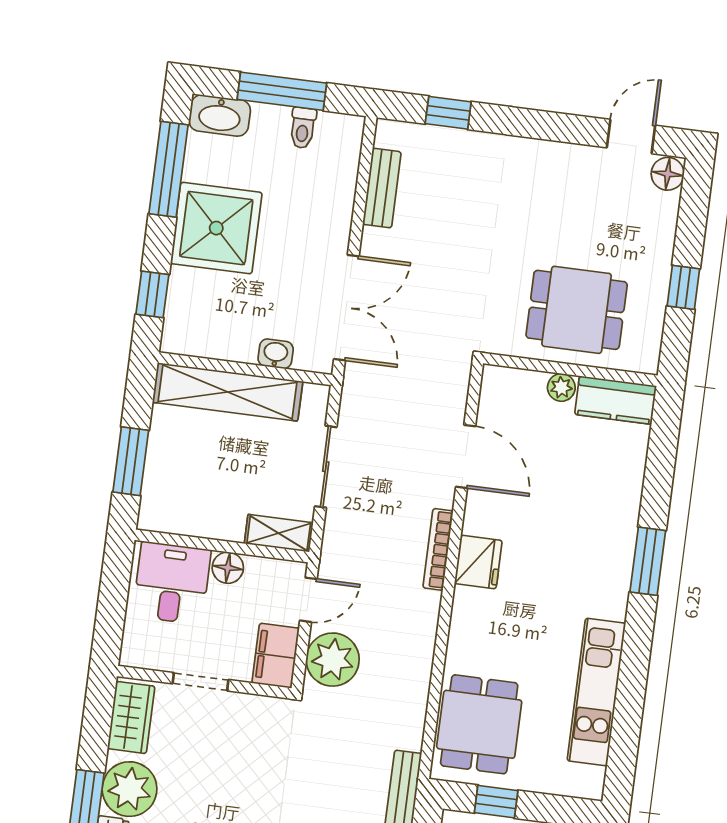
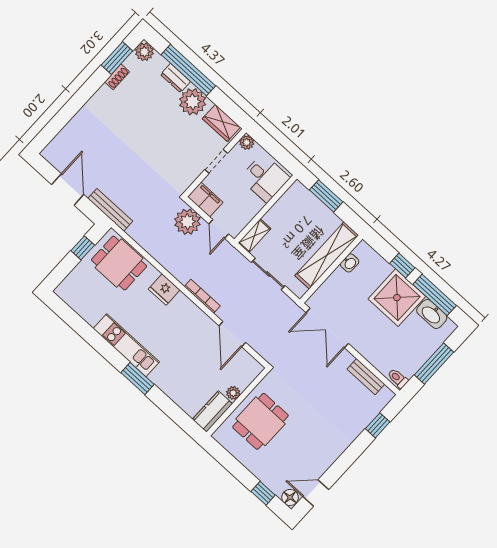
washbasin: (220, 115) -> (432, 314), moved, turned -90
toilet: (303, 128) -> (398, 378), moved
door: (631, 137) -> (316, 493), swing flipped
window: (683, 287) -> (263, 493), moved
window: (152, 294) -> (402, 266), moved
washbasin: (276, 354) -> (350, 263), moved
door: (466, 457) -> (232, 334), hinge flipped
fridge: (478, 562) -> (164, 290), moved
floor lamp: (228, 568) -> (255, 205), removed
plant: (134, 653) -> (247, 142), added
kitchen unit: (596, 692) -> (126, 345), moved

